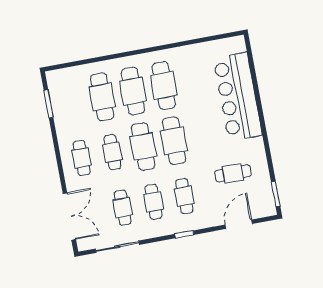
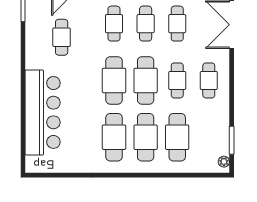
plant: (52, 82) -> (224, 162), added
cafe table: (233, 173) -> (62, 37), turned 90

